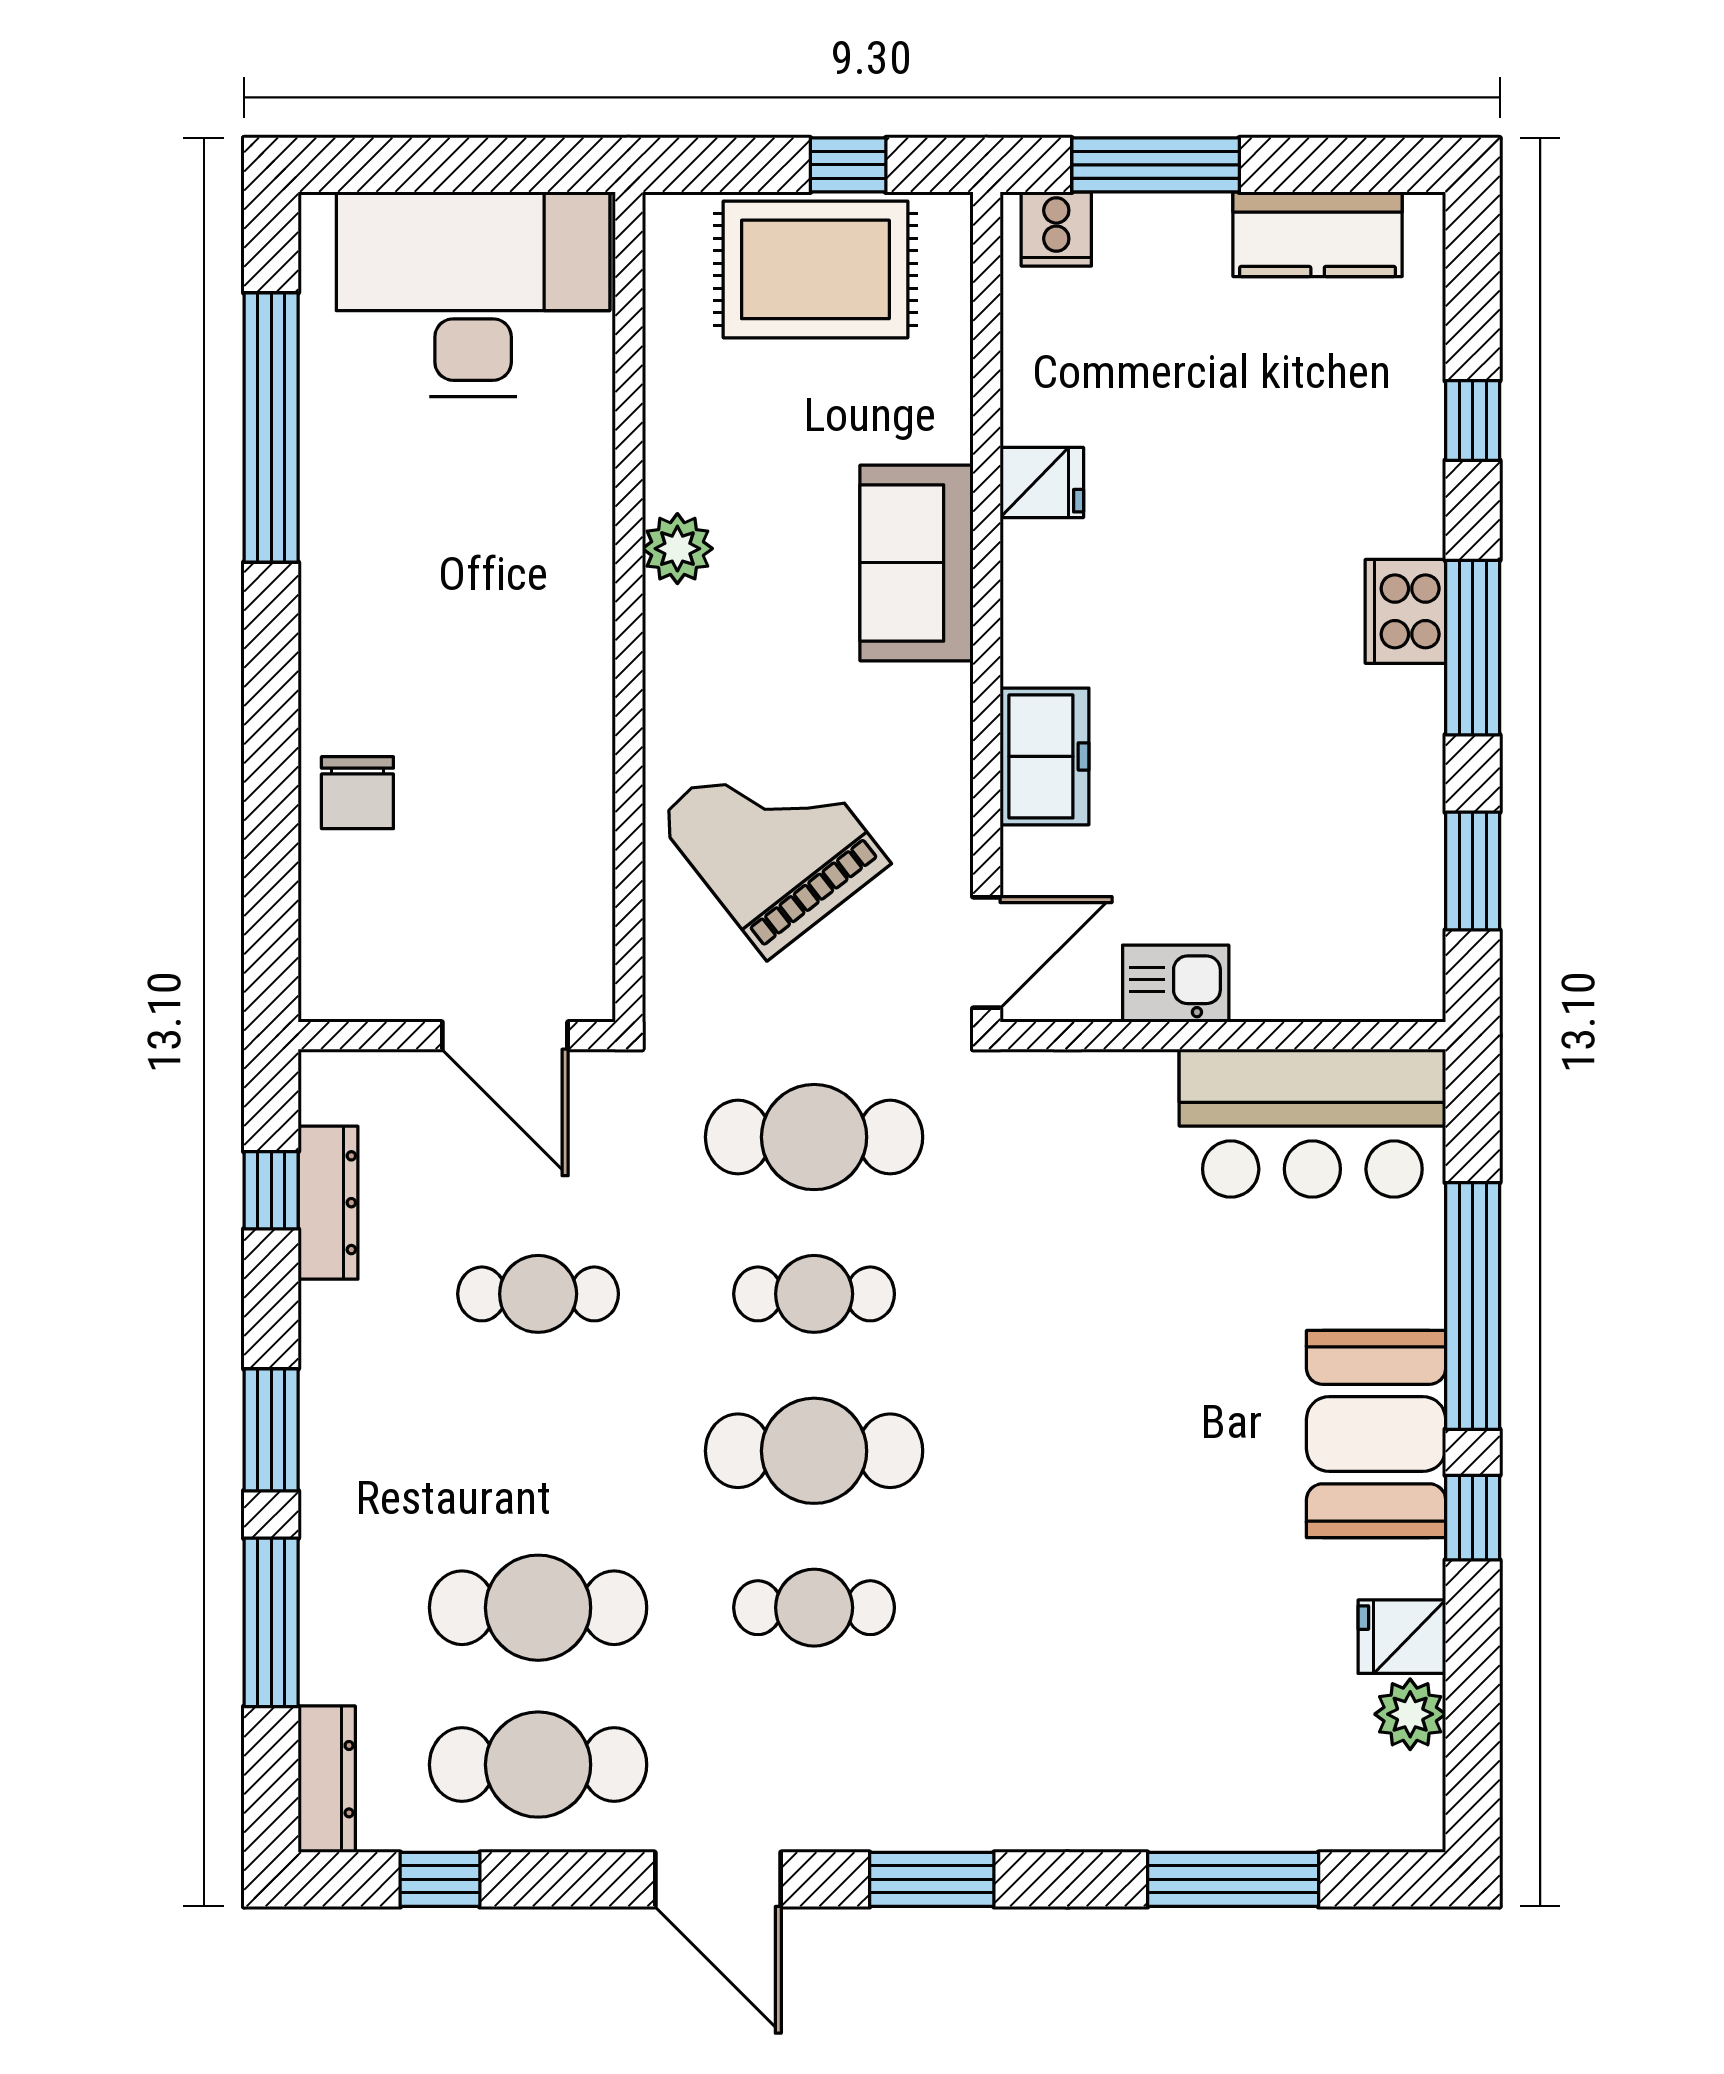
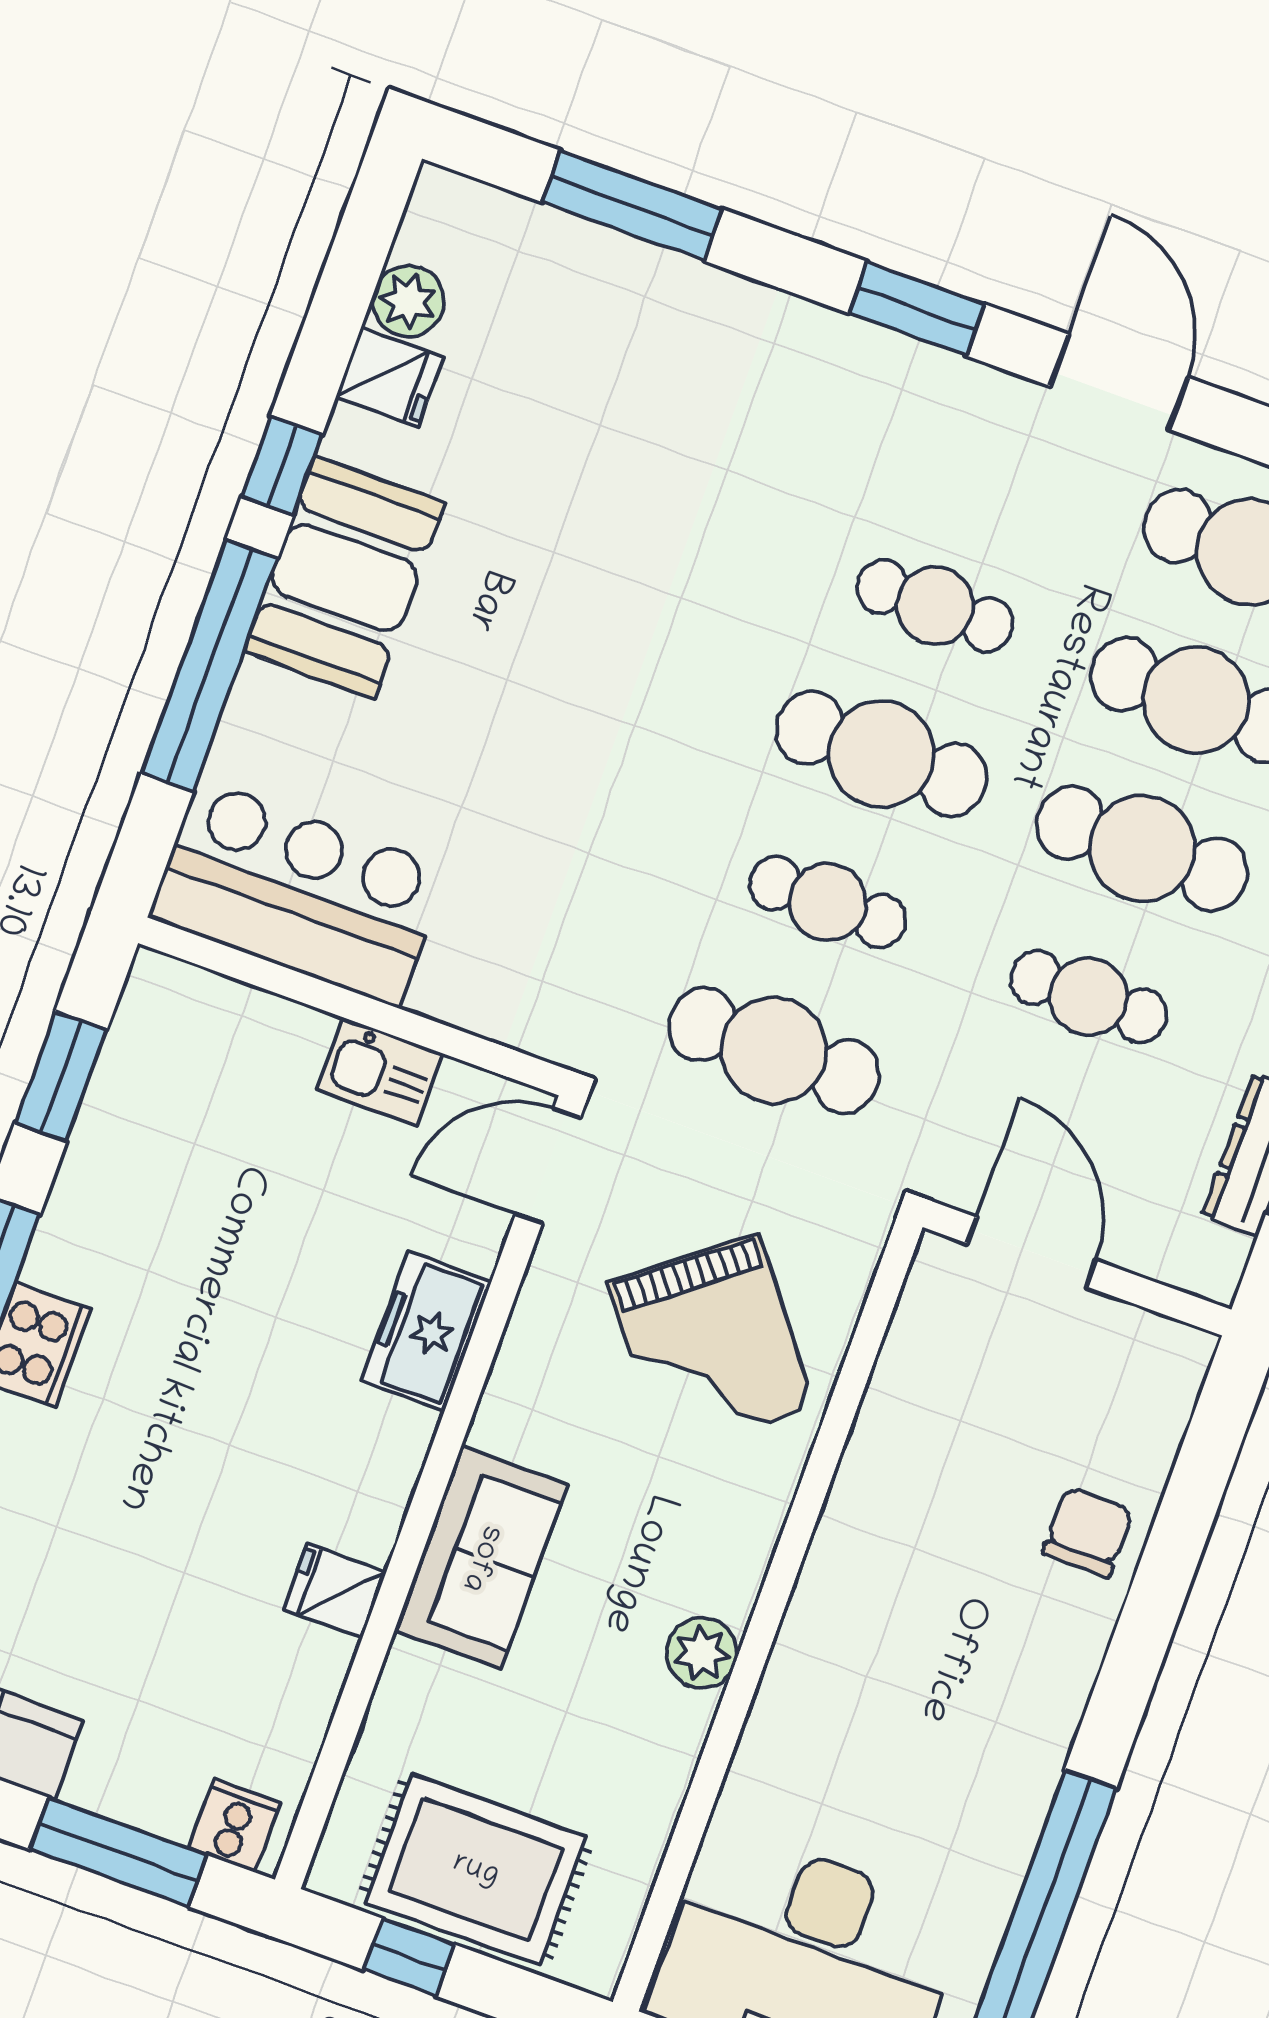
cafe table: (538, 1451) -> (1142, 848), added

